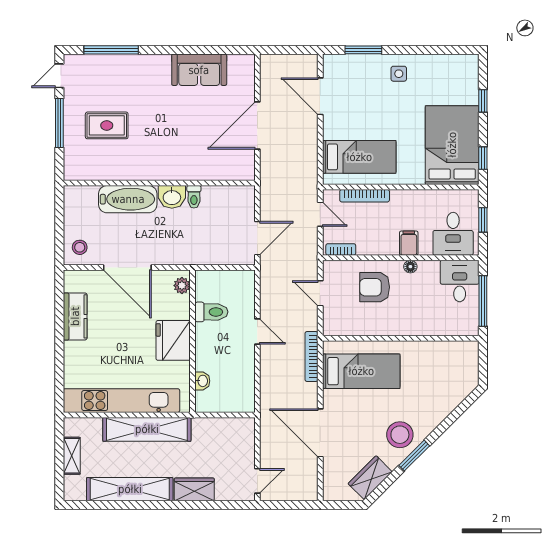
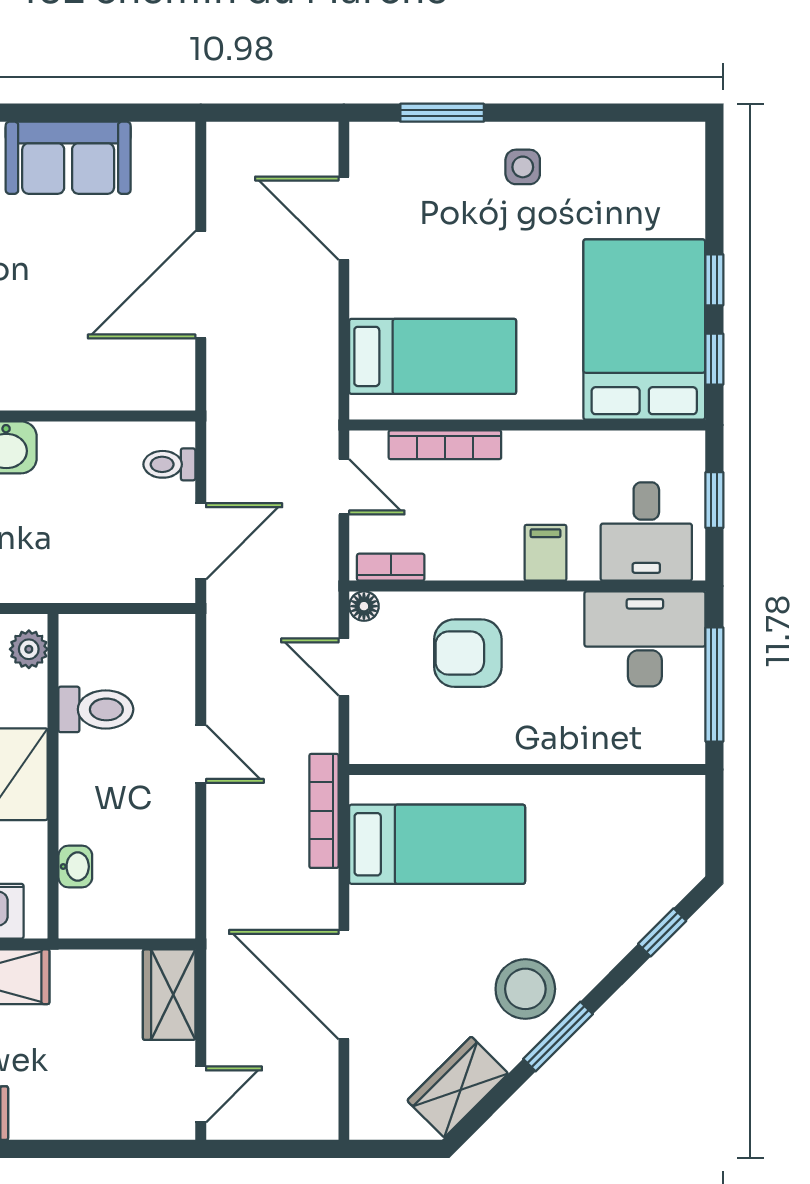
window: (483, 101) -> (714, 280), moved
toilet: (194, 197) -> (169, 464), moved, turned 90
floor lamp: (410, 267) -> (364, 606), moved
desk: (460, 281) -> (645, 639), width x1.37
window: (460, 410) -> (662, 932), added
wardrobe: (194, 489) -> (169, 995), moved, turned -90

